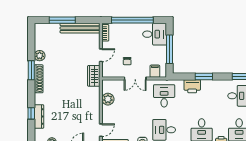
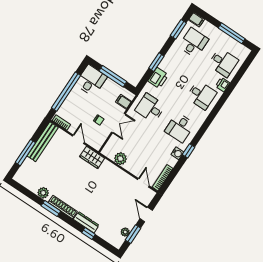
dresser: (39, 116) -> (86, 222), moved

